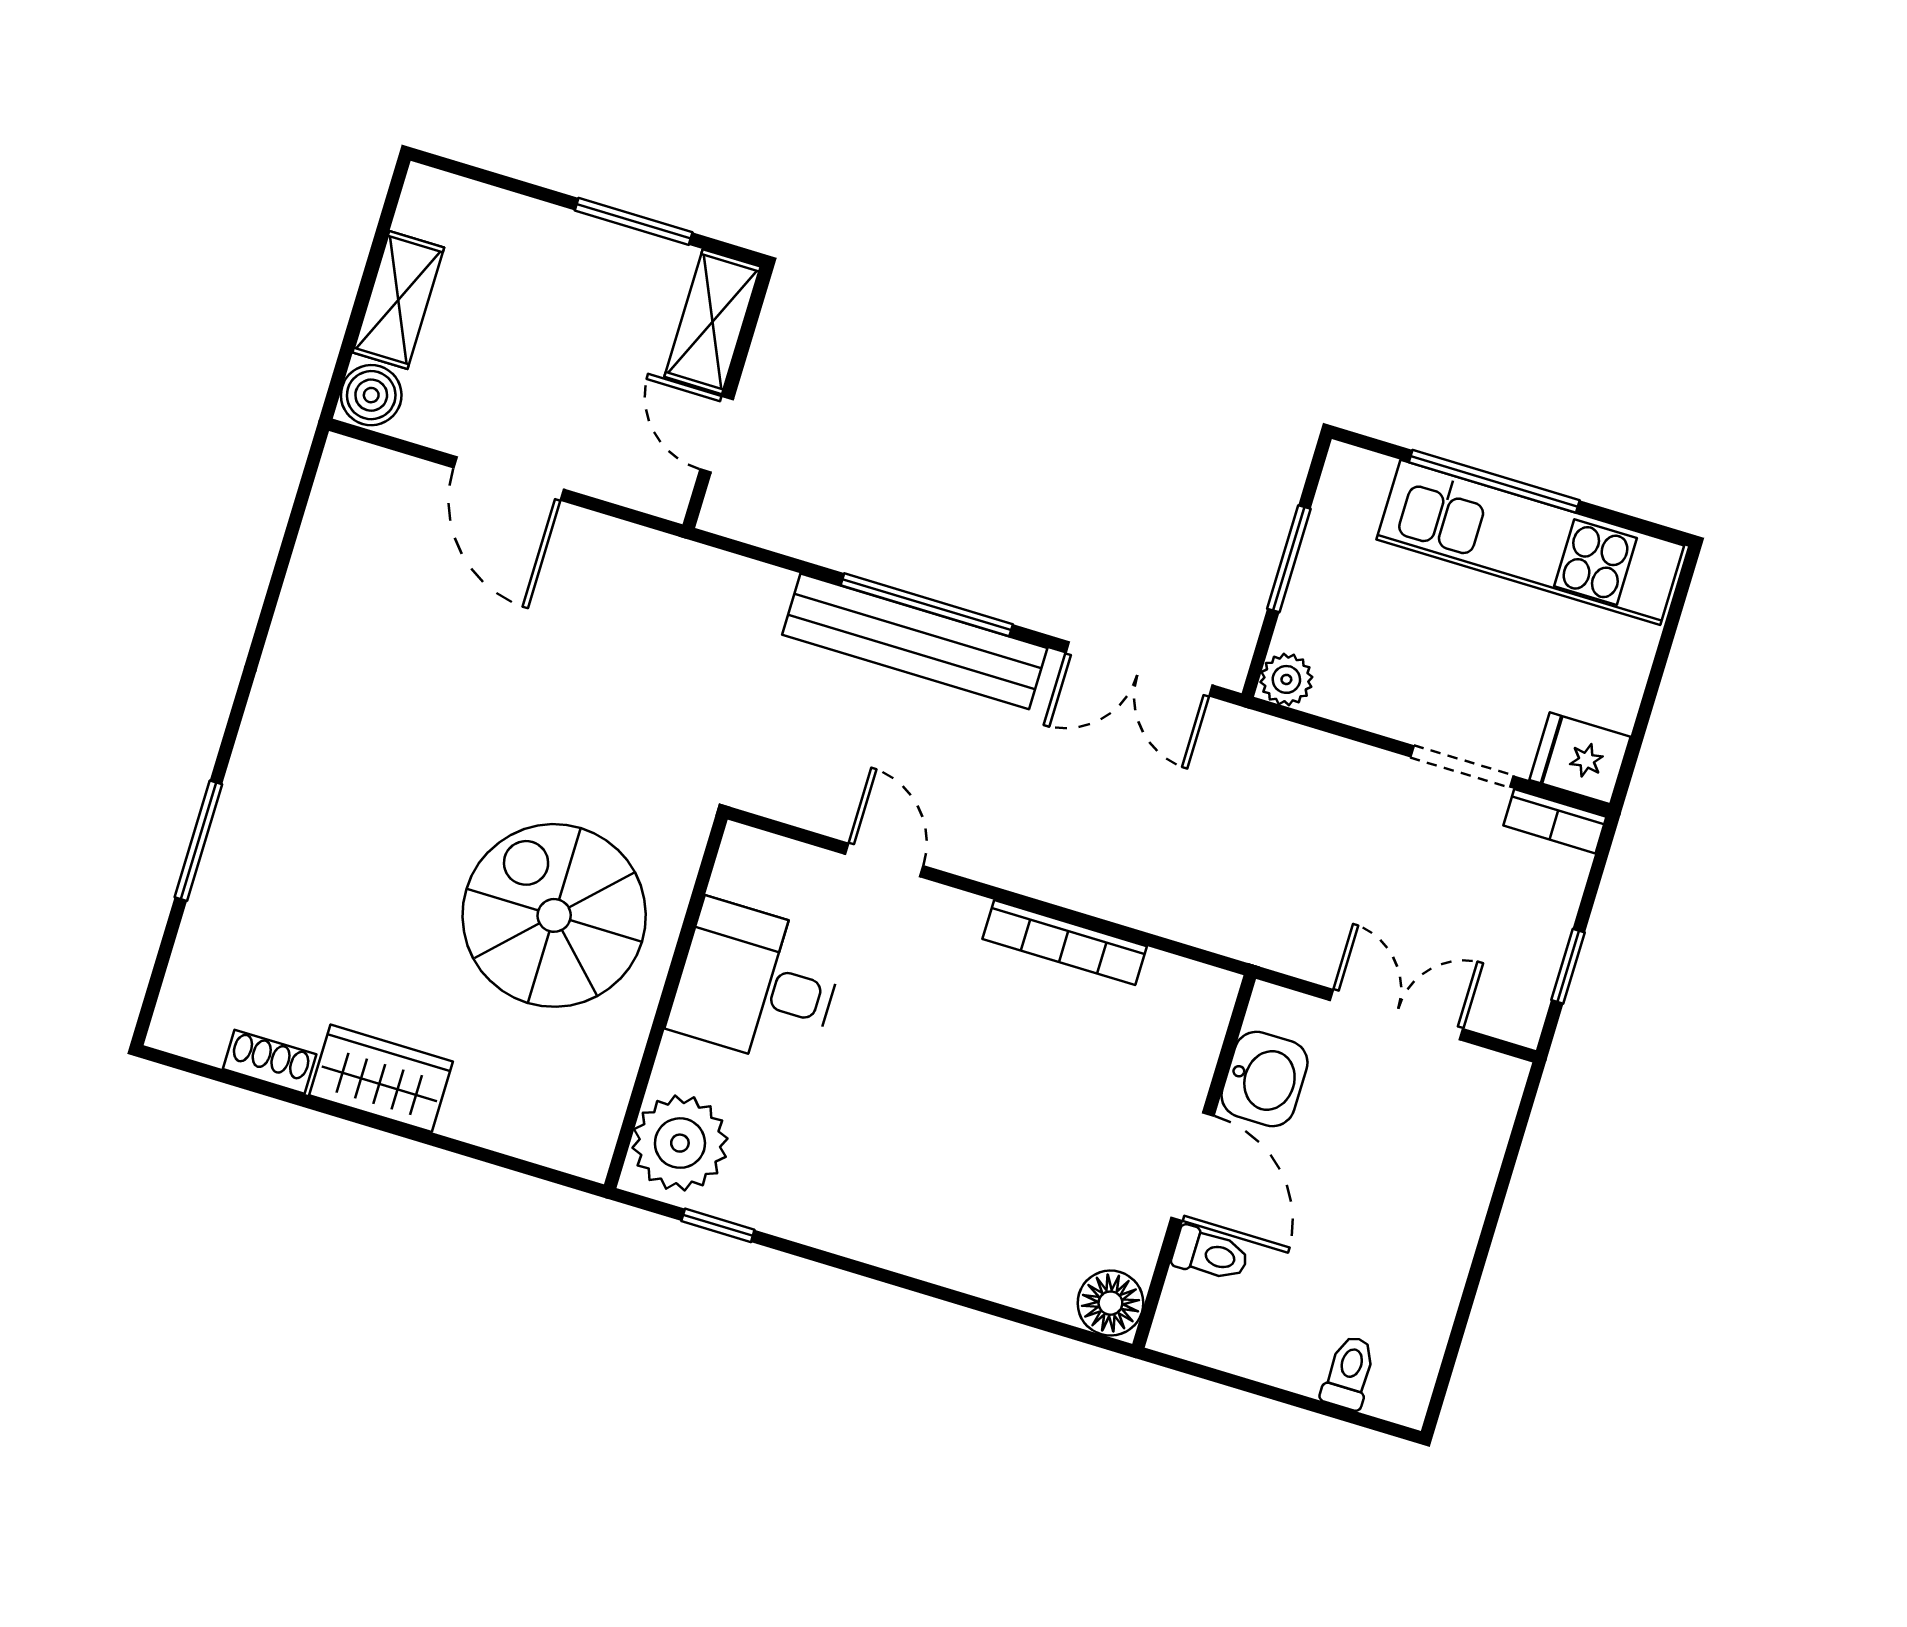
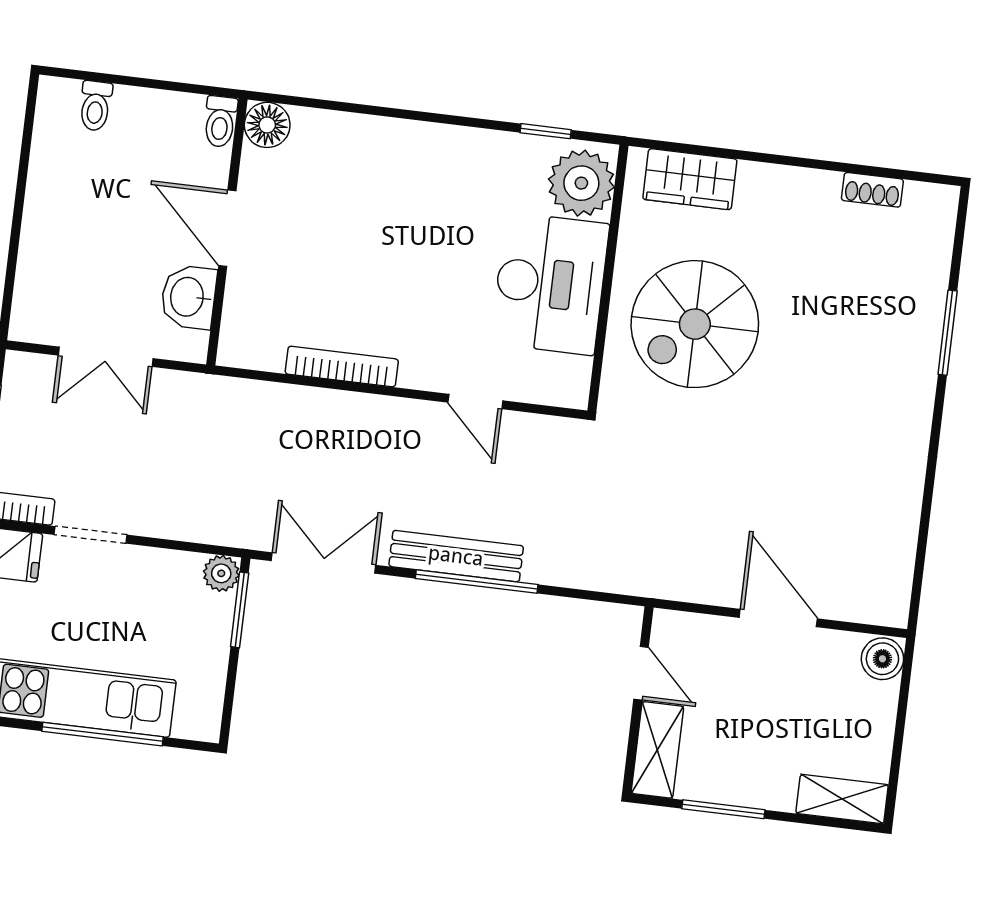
shelving: (398, 300) -> (842, 799), moved, turned 90
window: (1289, 559) -> (240, 610), moved
bench: (915, 641) -> (456, 556), width x0.73, depth x0.82
spiral stairs: (554, 915) -> (695, 324), turned 90
desk: (757, 984) -> (550, 284), width x1.37
wardrobe: (381, 1078) -> (690, 179), moved
toilet: (1210, 1254) -> (220, 122), moved, turned -90

